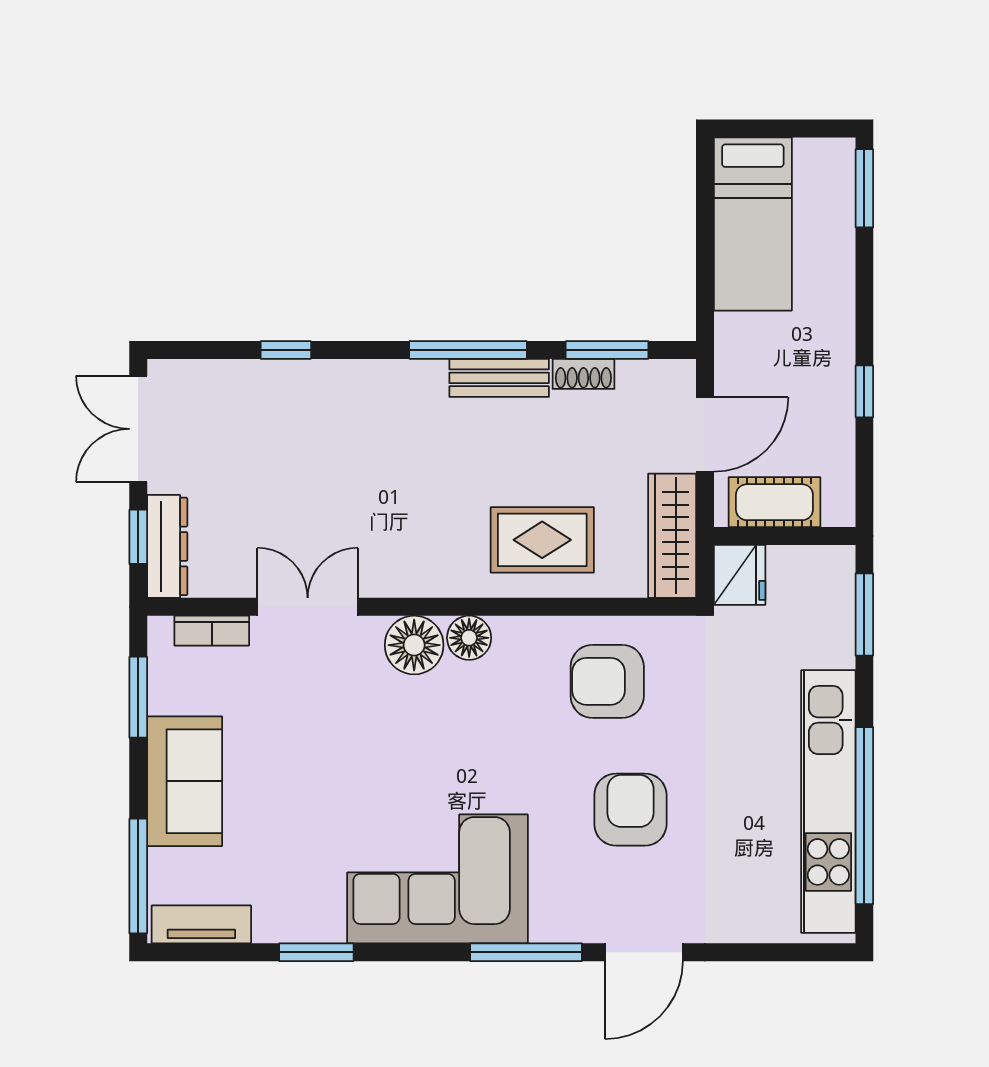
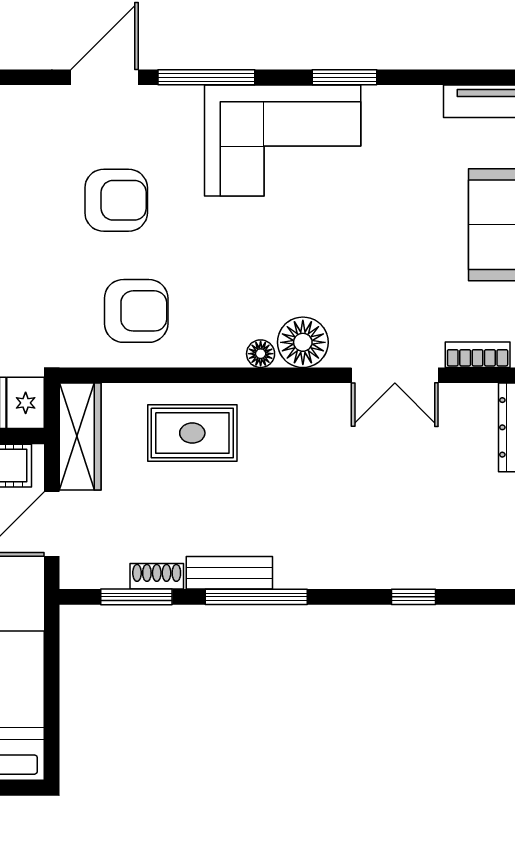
floor lamp: (469, 638) -> (261, 354), width x0.73, depth x0.73
armchair: (630, 810) -> (116, 200), turned -90
window: (316, 952) -> (345, 77), moved

